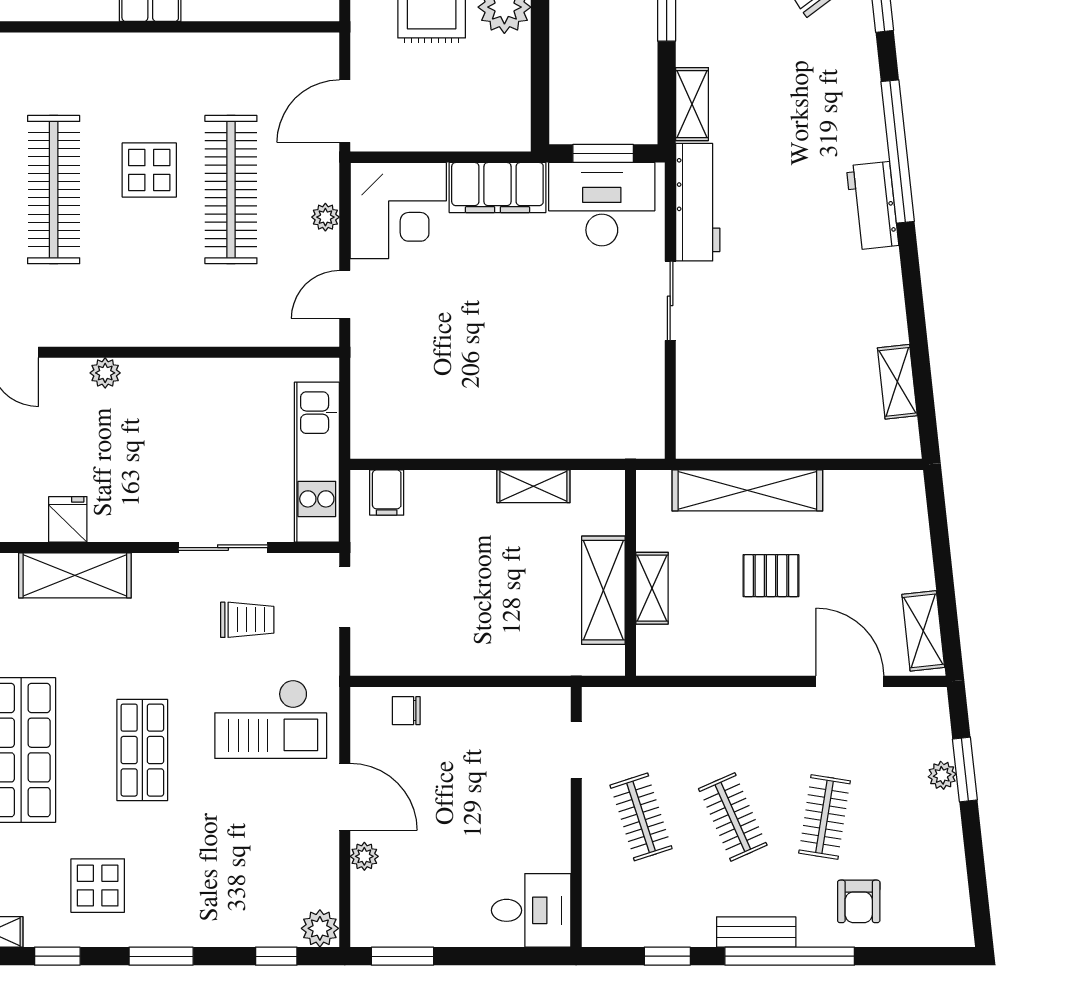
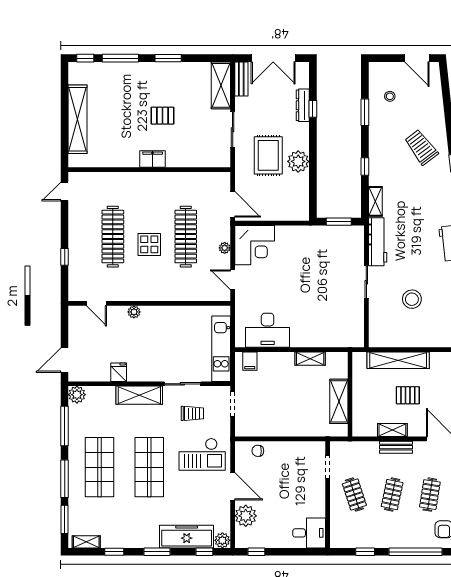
door: (345, 111) -> (233, 204), swing flipped
display table: (149, 170) -> (149, 244), moved
filing cabinet: (497, 188) -> (295, 236), removed
desk: (602, 204) -> (268, 330), moved, turned 180
door: (345, 294) -> (233, 280), hinge flipped
stool: (781, 342) -> (412, 299), added
shelving: (75, 575) -> (139, 395), moved
shelving: (652, 588) -> (392, 430), moved, turned 90
shop shelf: (142, 750) -> (149, 467), width x1.43, depth x1.36
clothes rail: (733, 817) -> (392, 495), turned 36
plant: (364, 856) -> (246, 516), width x1.88, depth x1.88
display table: (98, 886) -> (131, 523), removed
freezer: (233, 919) -> (187, 537), added
bench: (756, 932) -> (396, 447), moved
window: (403, 956) -> (256, 552), width x0.67

